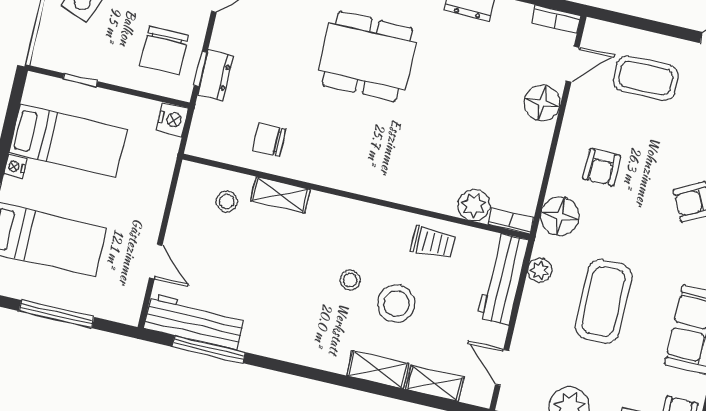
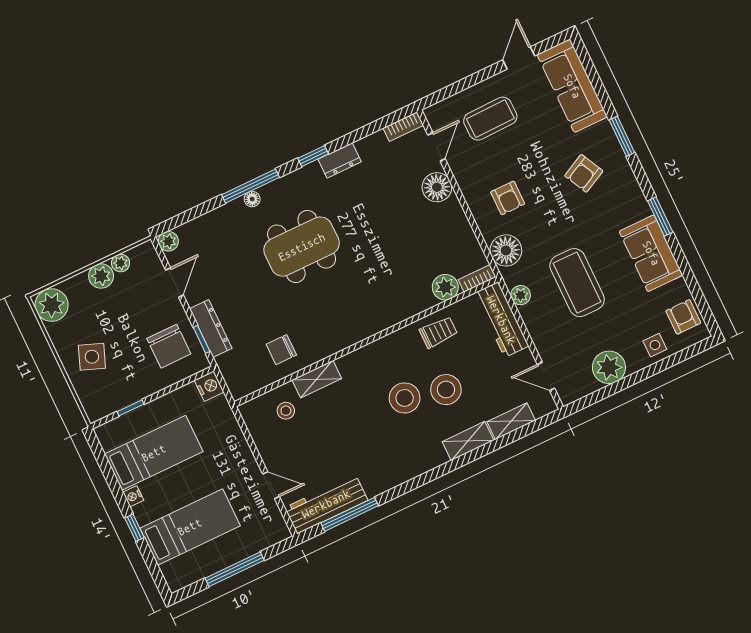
dresser: (215, 75) -> (211, 329), width x1.44
stool: (350, 280) -> (405, 398), width x1.89, depth x1.89

